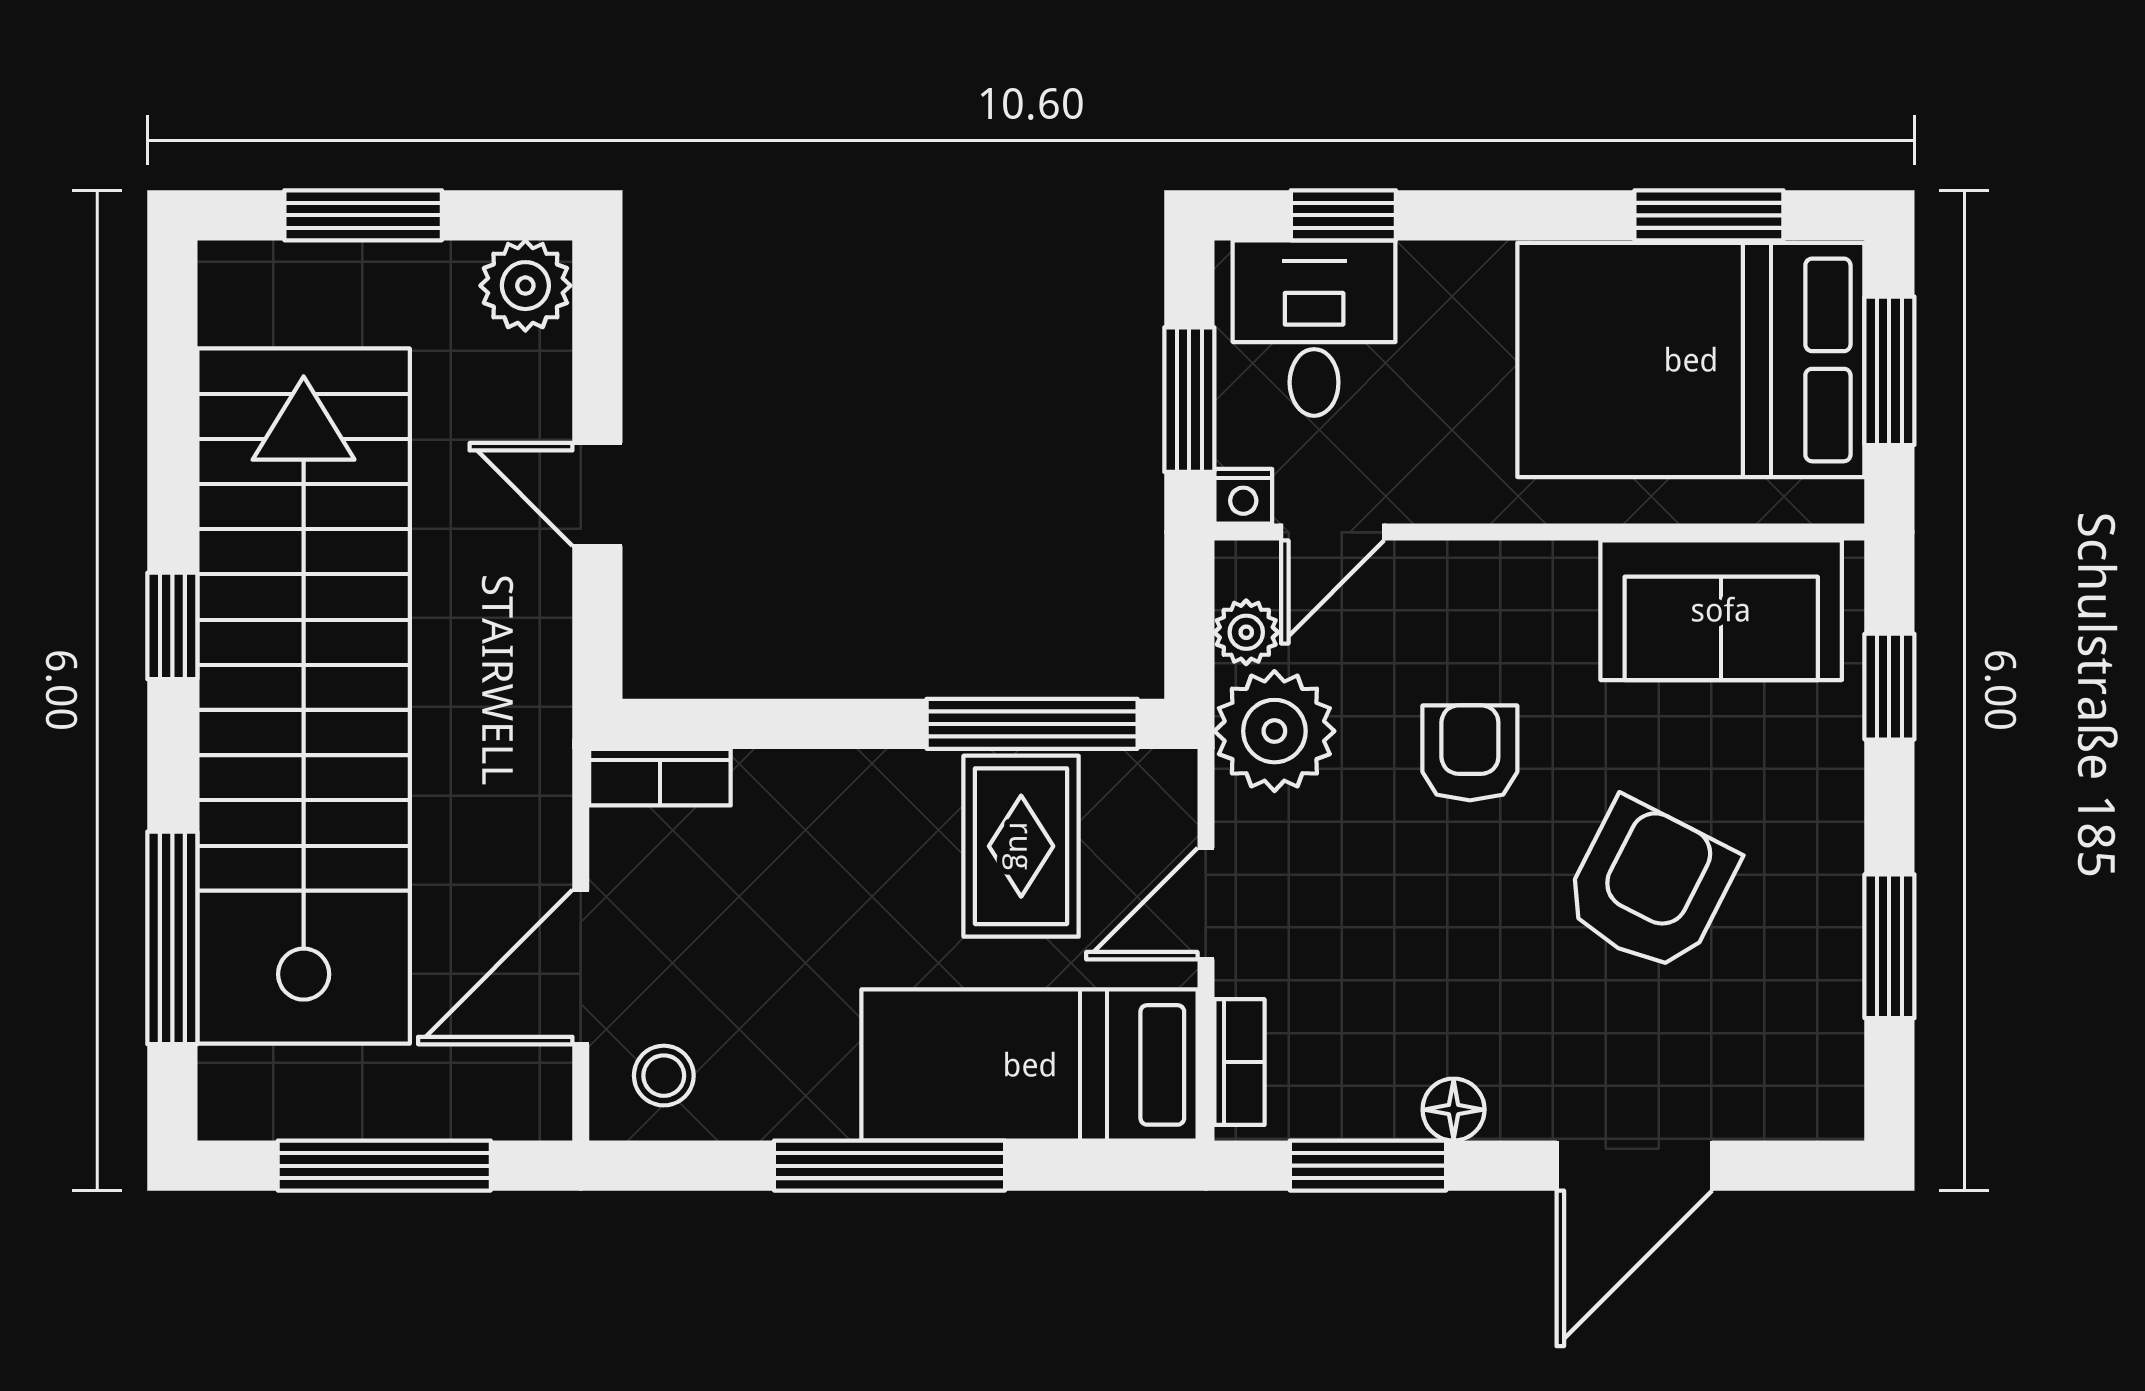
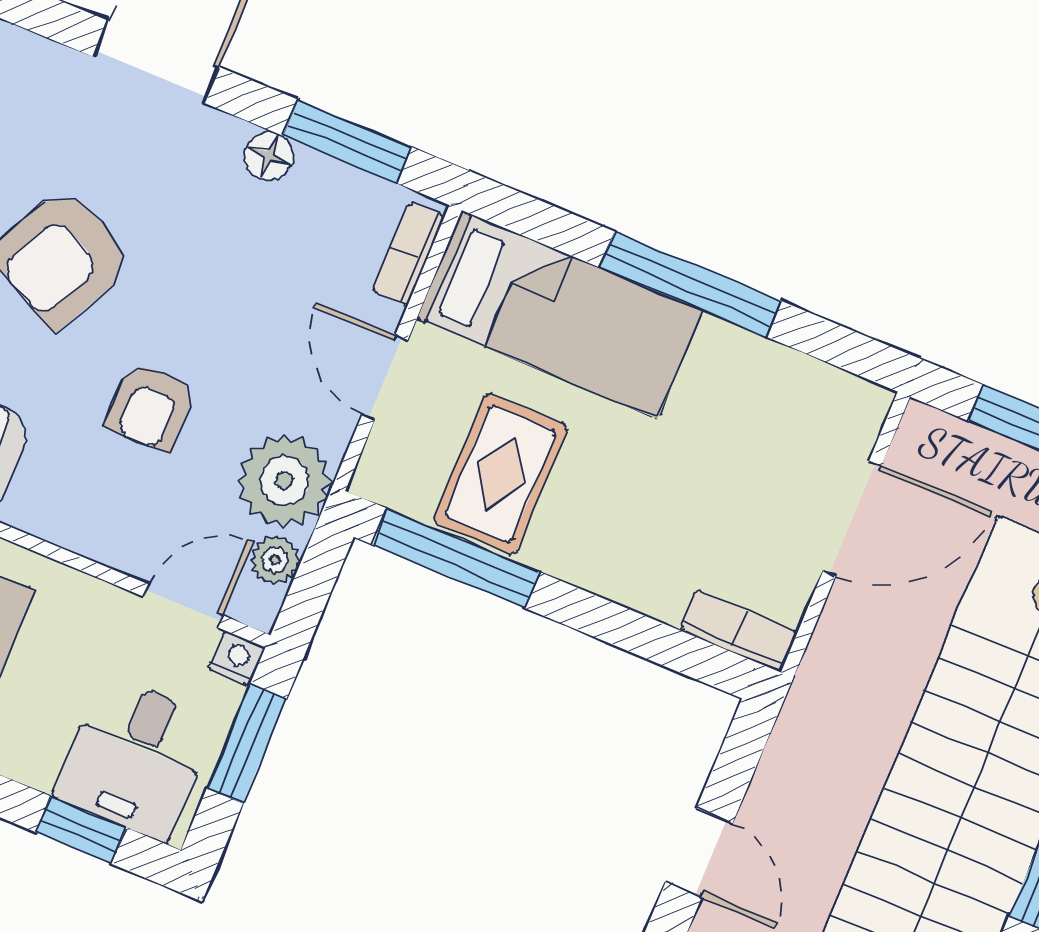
door: (1206, 904) -> (385, 377), swing flipped
stool: (664, 1076) -> (825, 416), removed

